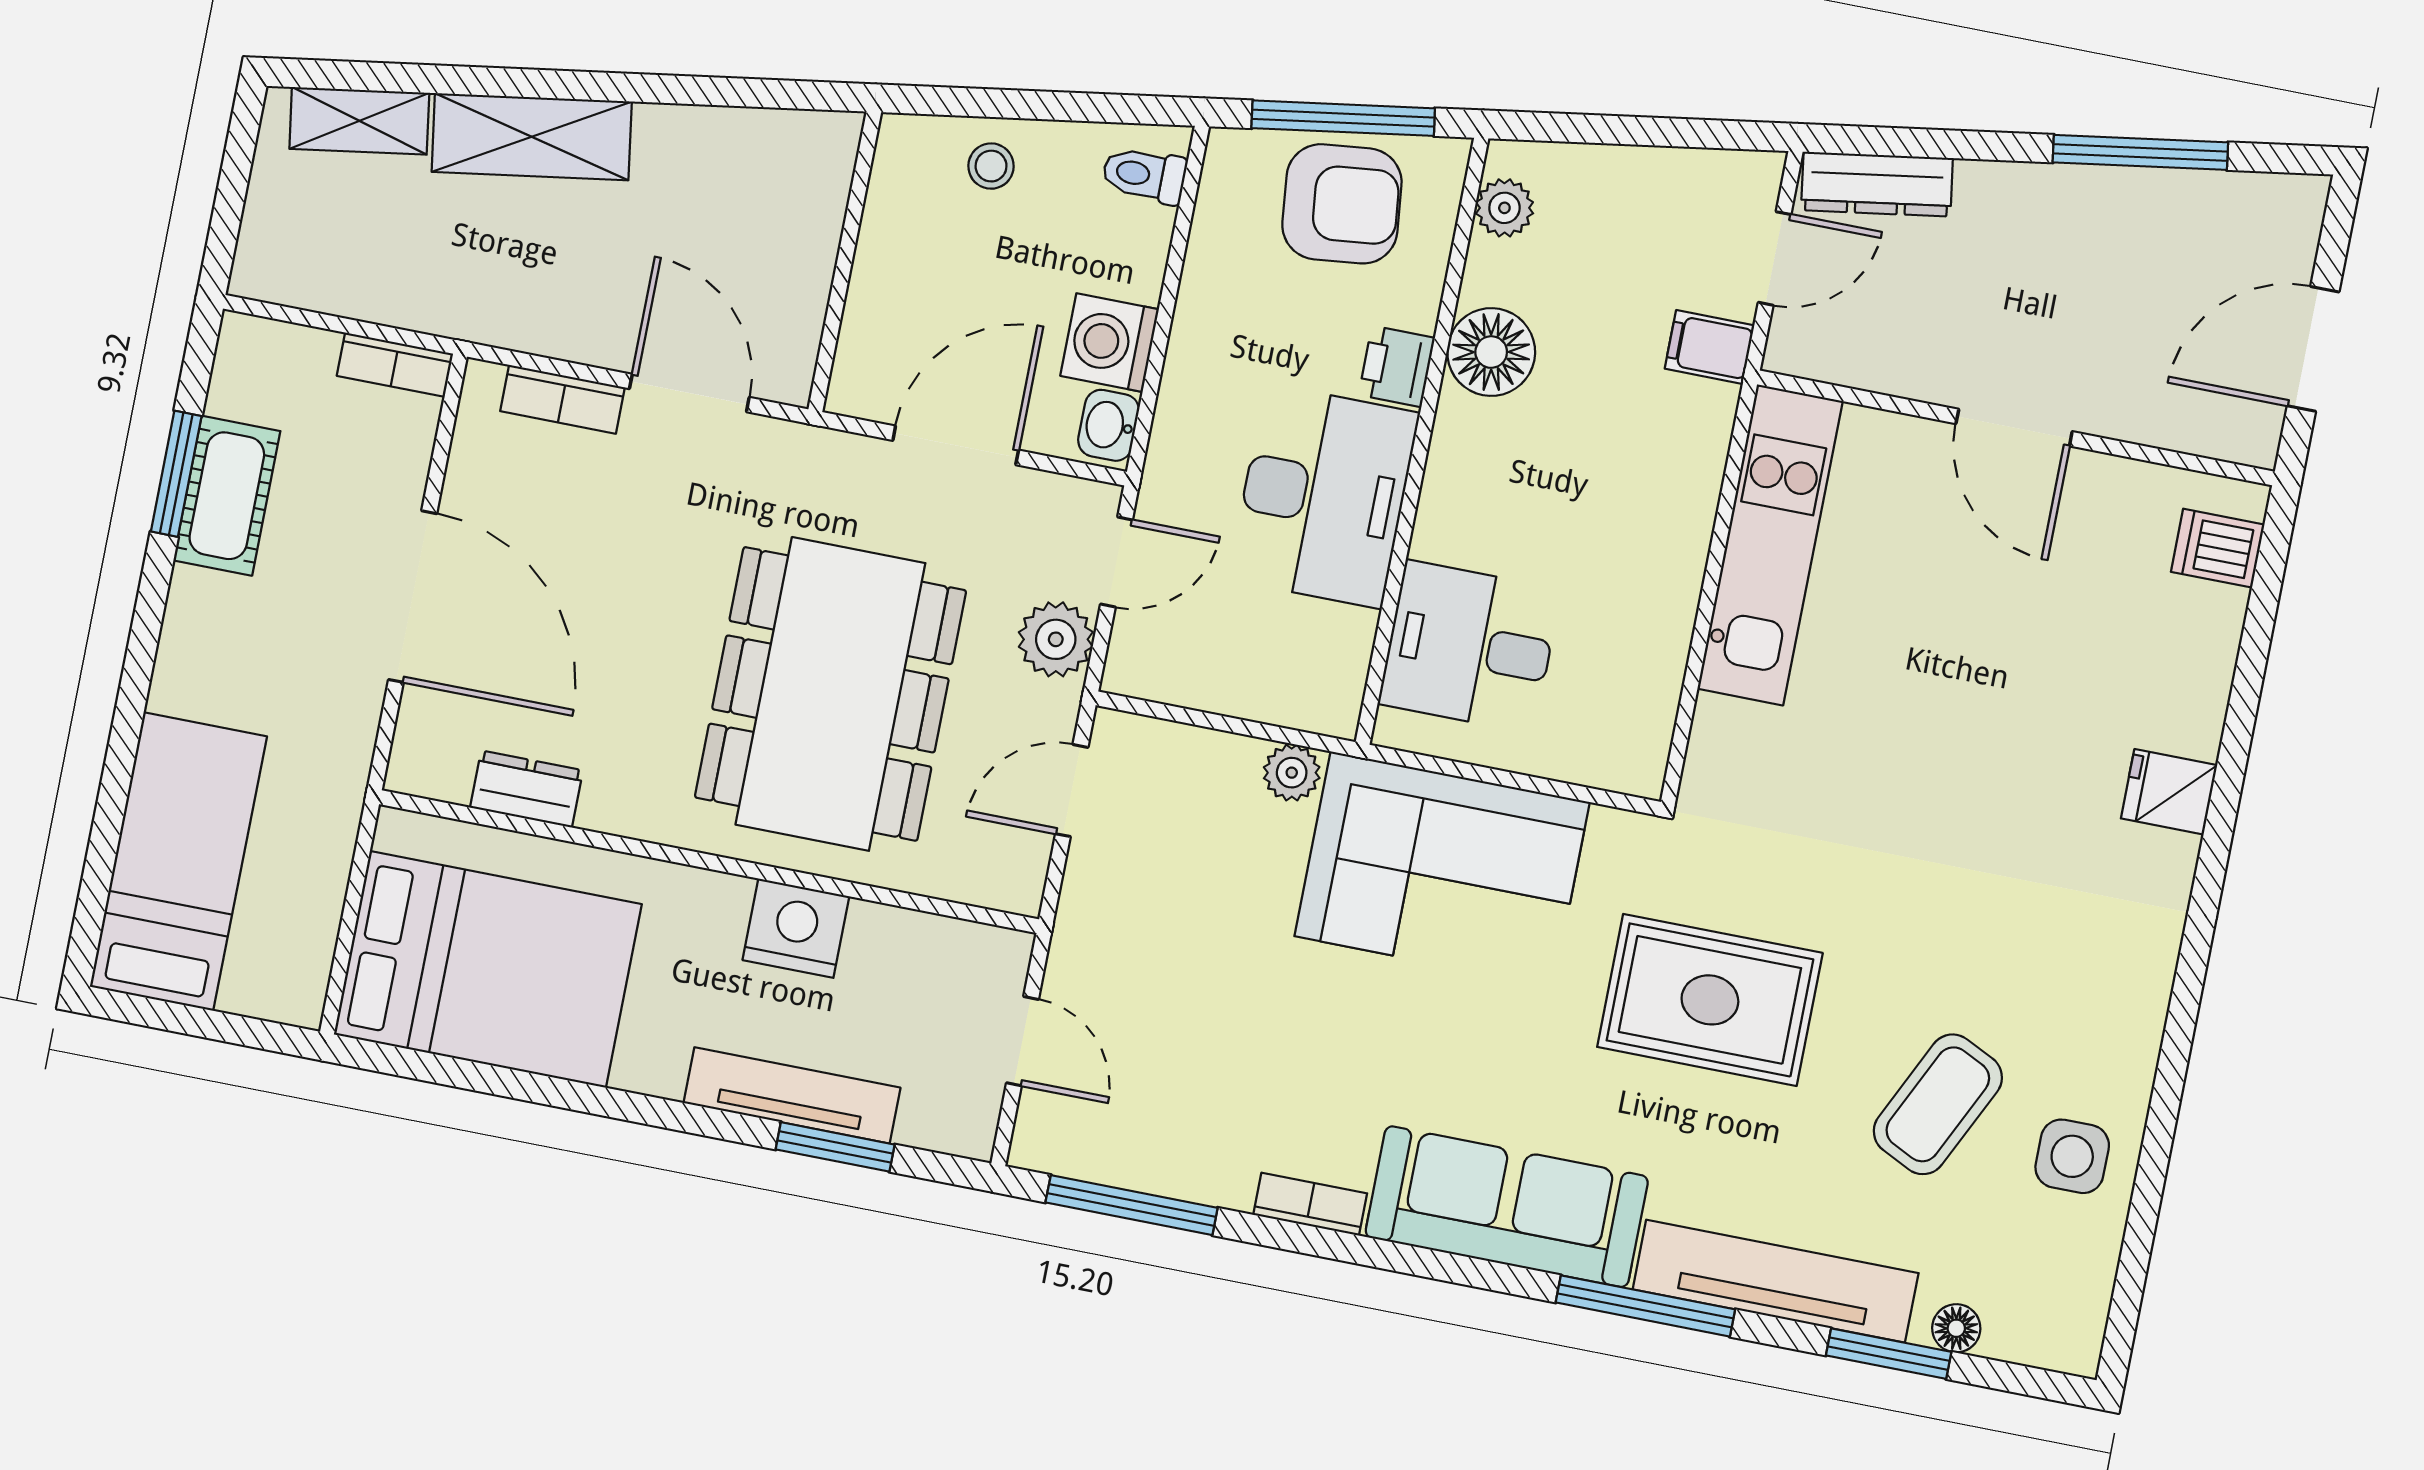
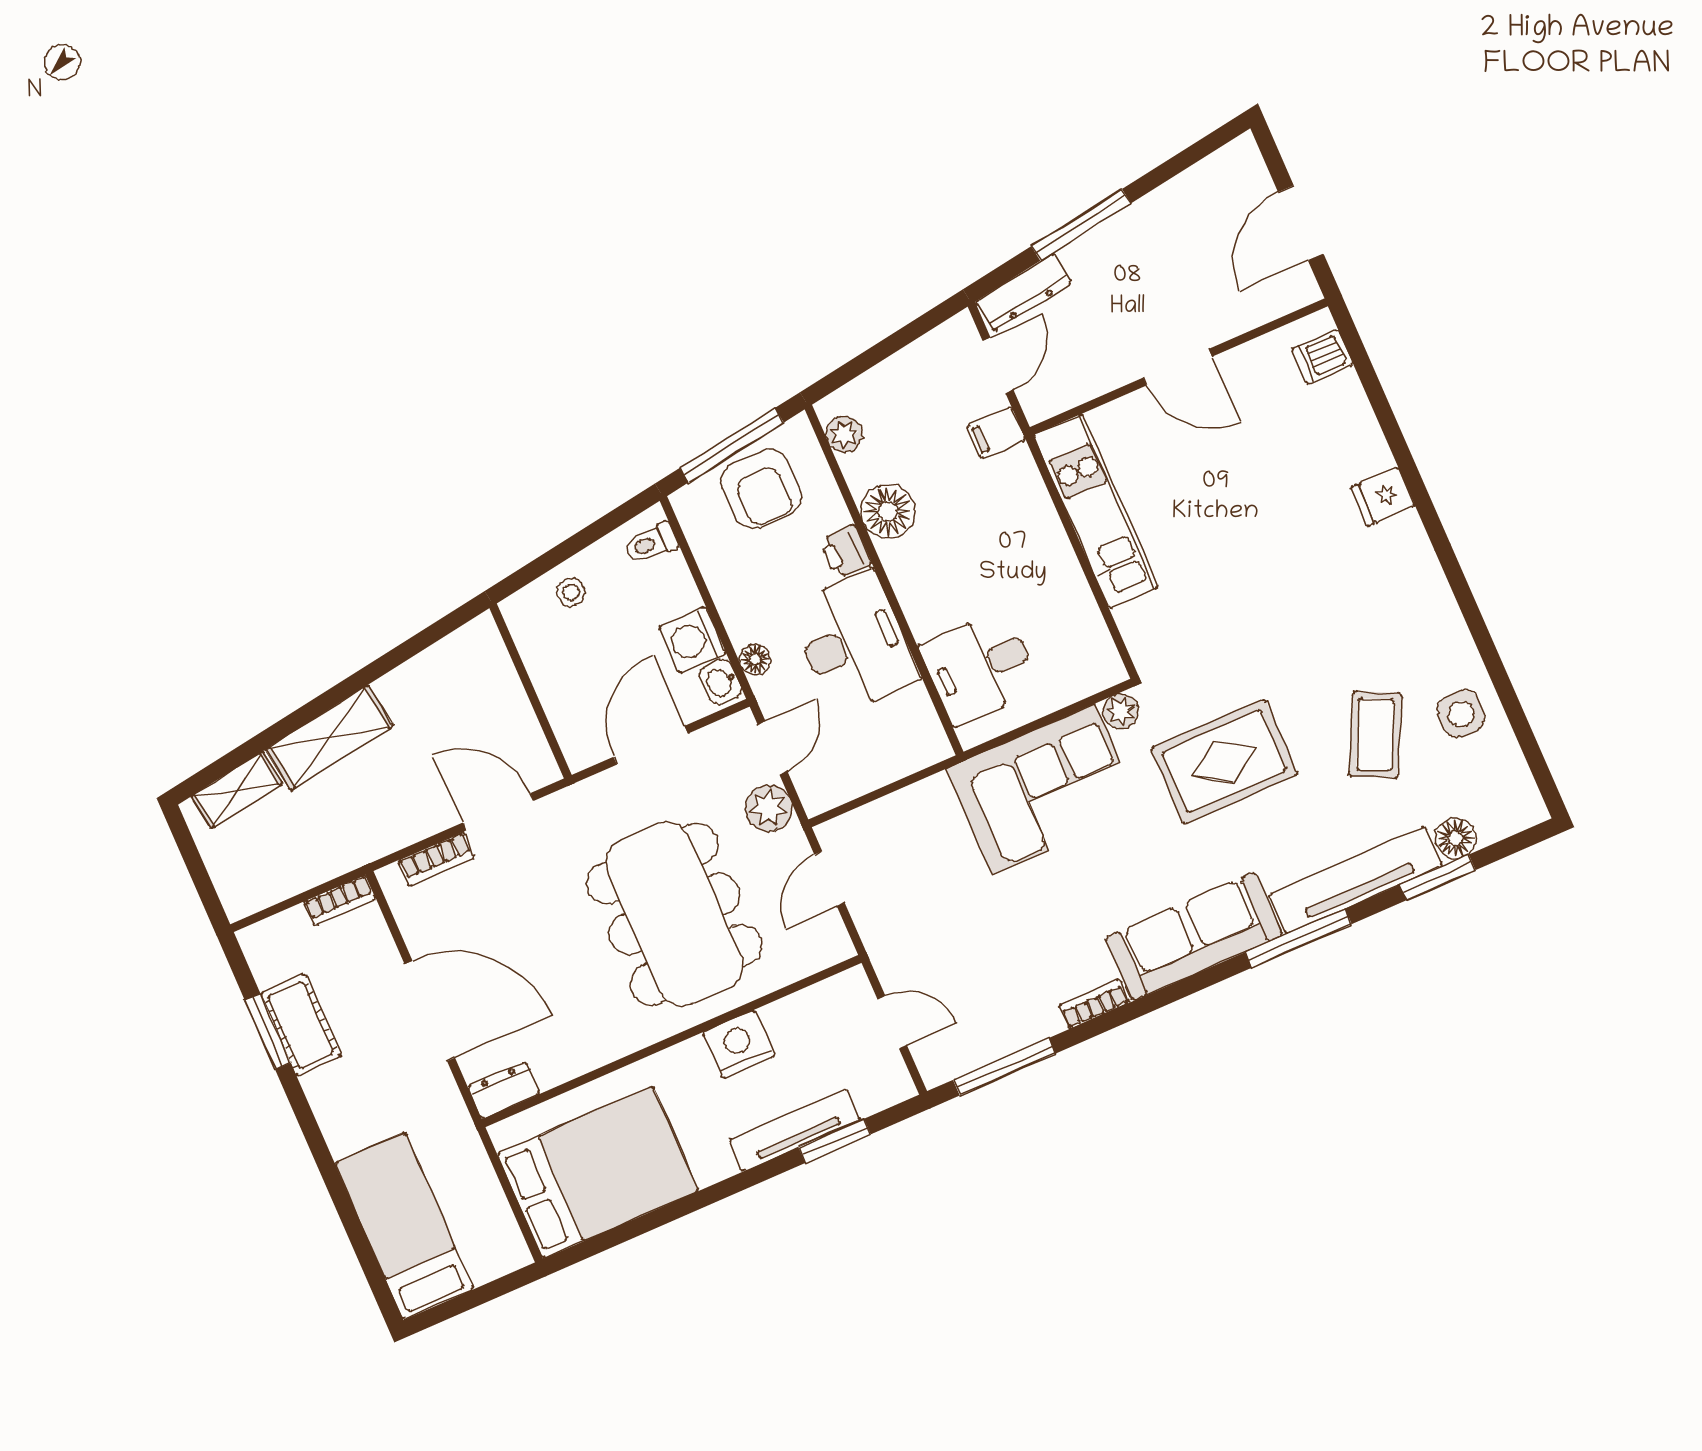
window: (2140, 152) -> (1081, 225), moved
armchair: (1342, 204) -> (761, 489), turned 96
floor lamp: (1175, 427) -> (755, 659), added
plant: (1292, 773) -> (1121, 711), moved
dresser: (526, 789) -> (504, 1090), moved
floor lamp: (1956, 1328) -> (1456, 838), width x1.37, depth x1.37

